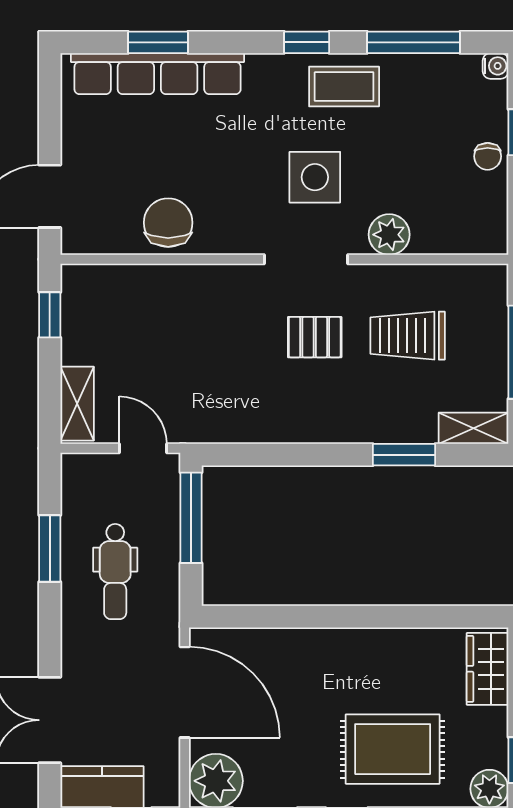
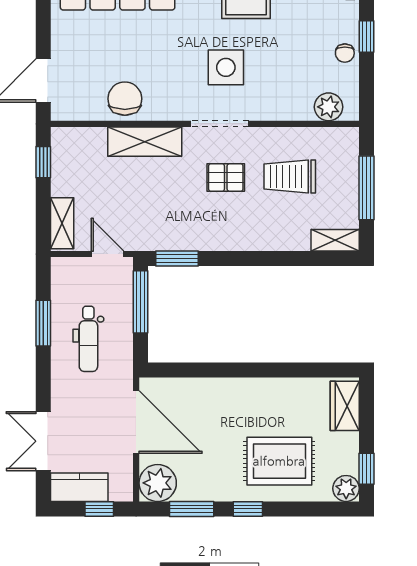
plant: (389, 235) -> (329, 107), moved
shelving: (197, 285) -> (145, 142), added
window: (404, 455) -> (177, 258), moved

